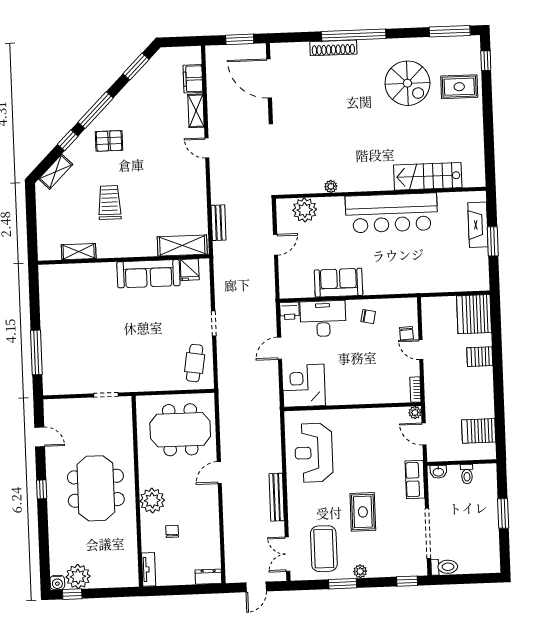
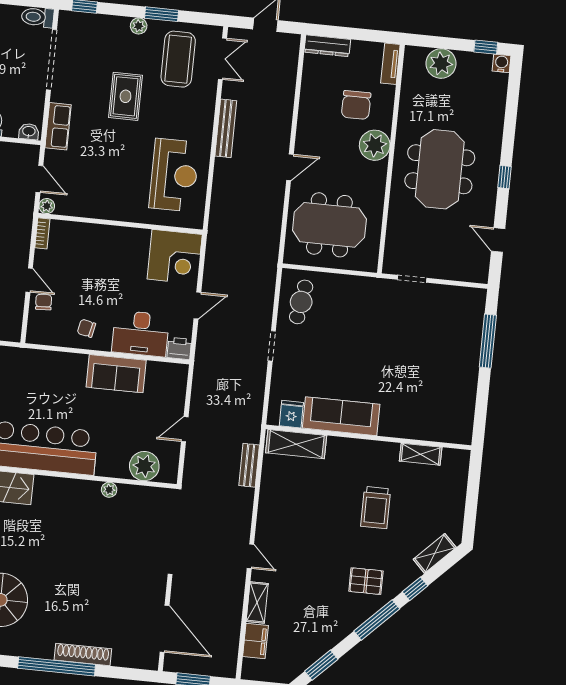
chair: (172, 531) -> (356, 105), width x1.87, depth x1.87
plant: (78, 577) -> (441, 63), moved
dresser: (208, 577) -> (327, 46), width x1.44

